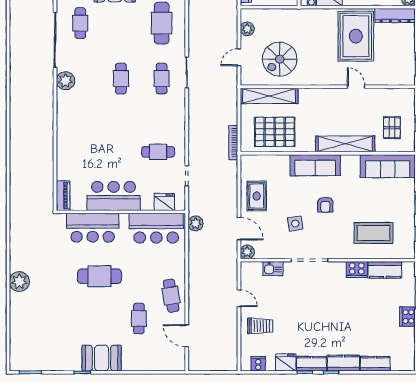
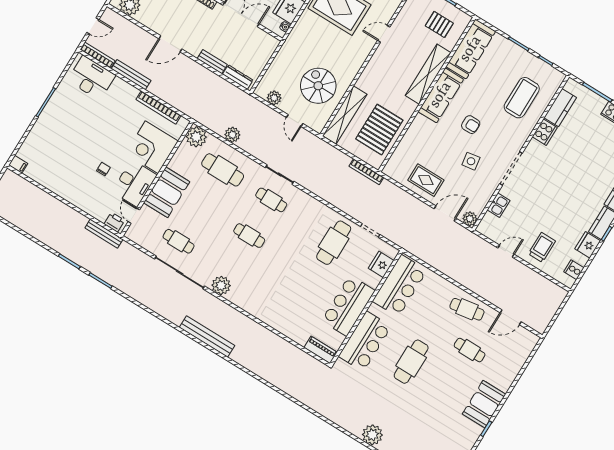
spiral stairs: (280, 59) -> (318, 86), turned 180
bench: (16, 95) -> (207, 336), added
cafe table: (158, 152) -> (334, 243), width x1.37, depth x1.35
sofa: (315, 165) -> (441, 95), moved
plant: (196, 223) -> (232, 135), moved

